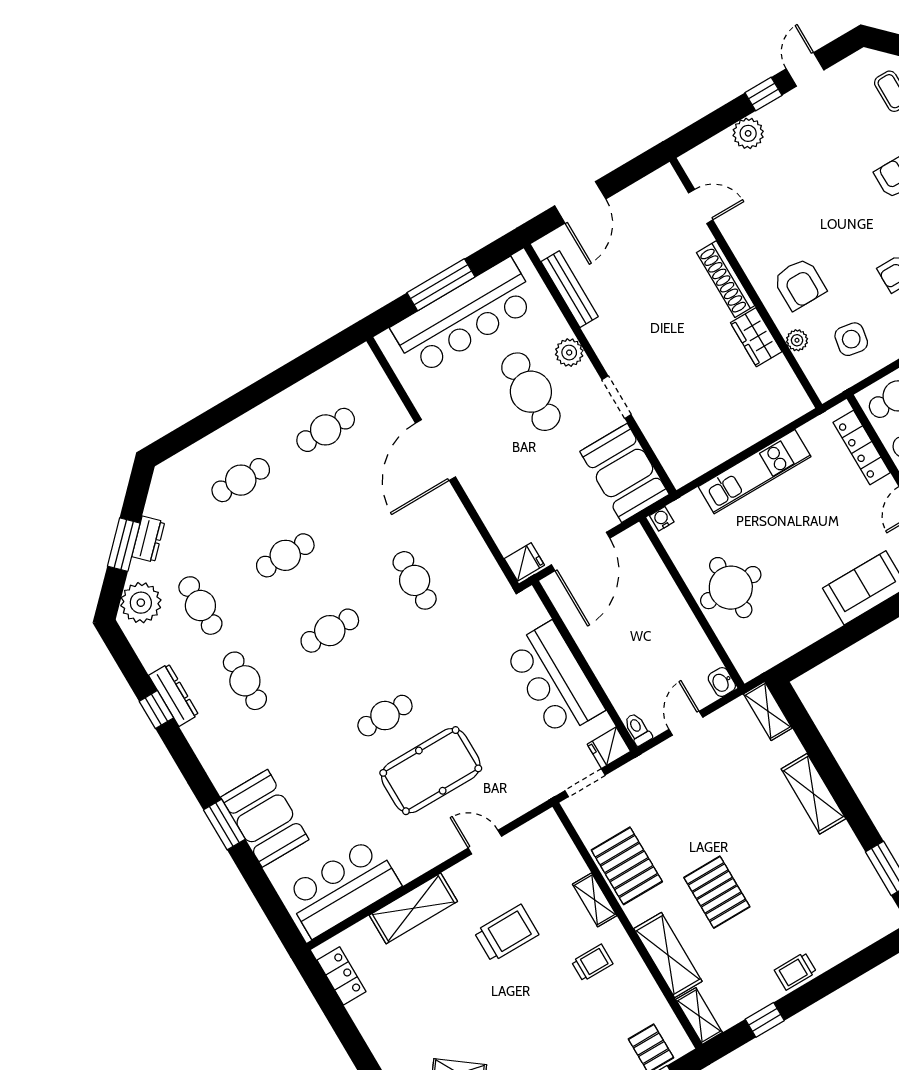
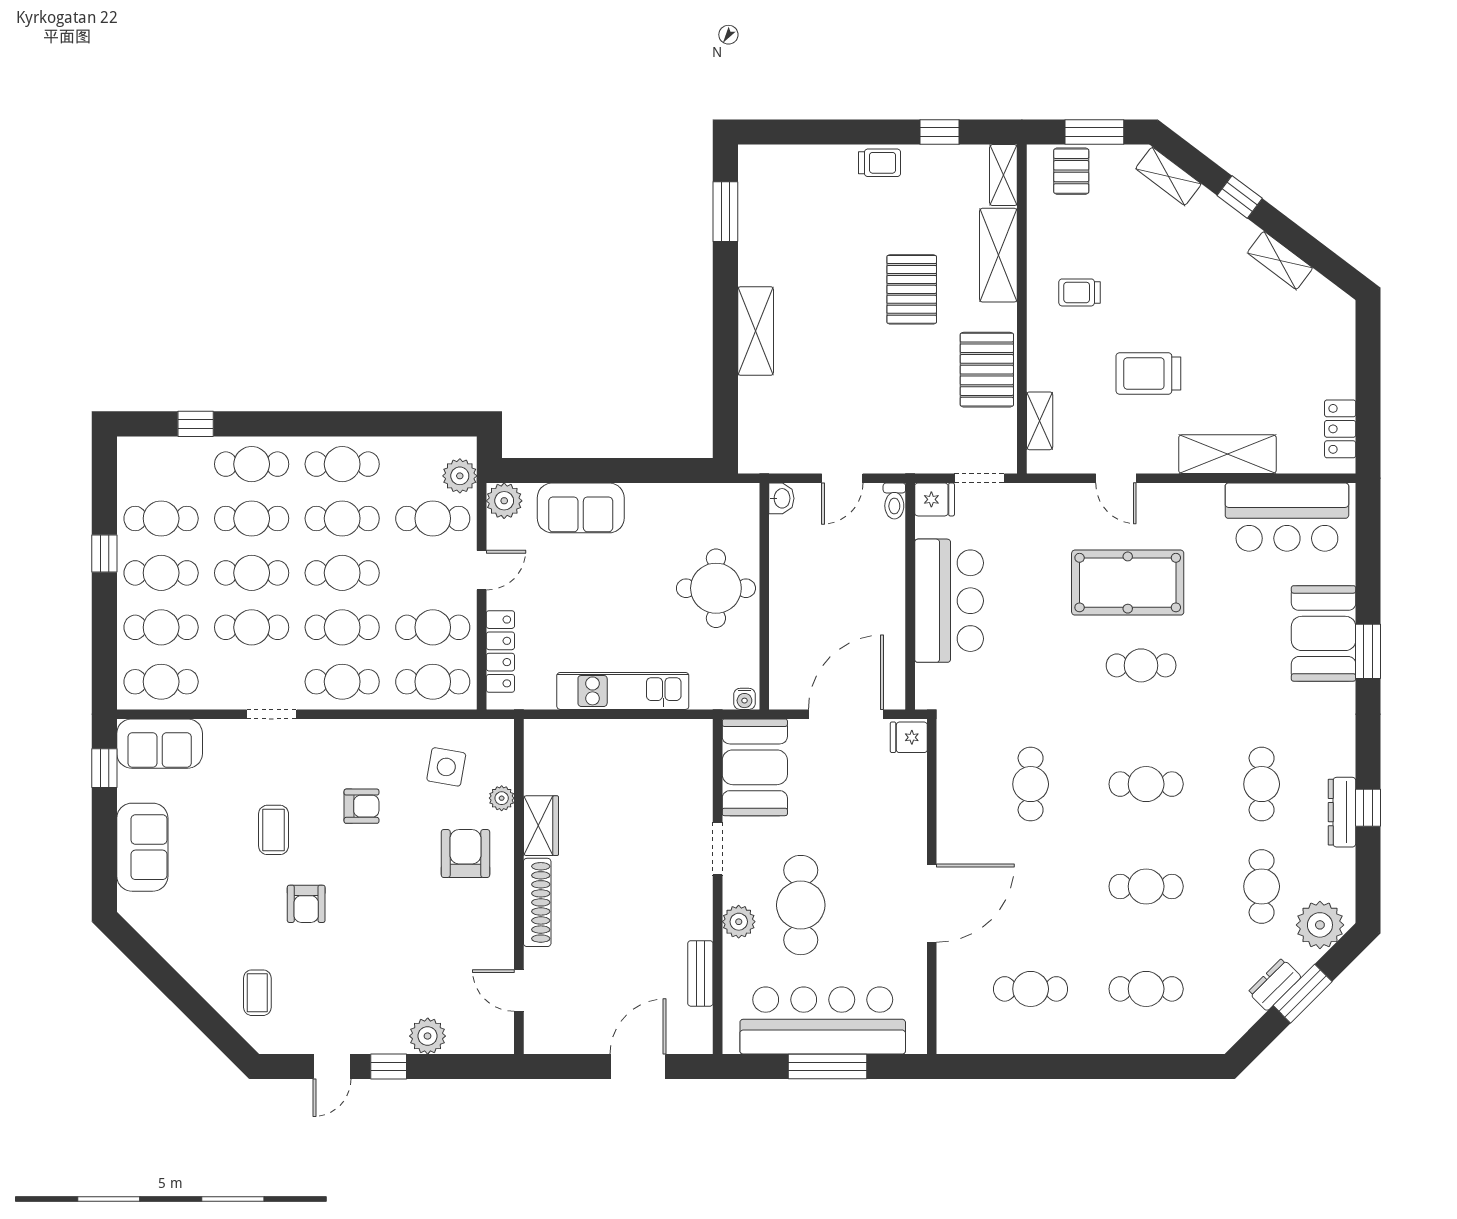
bench: (570, 289) -> (700, 973), width x0.73
shelving: (768, 711) -> (752, 442), removed
shelving: (595, 900) -> (1040, 421), moved

